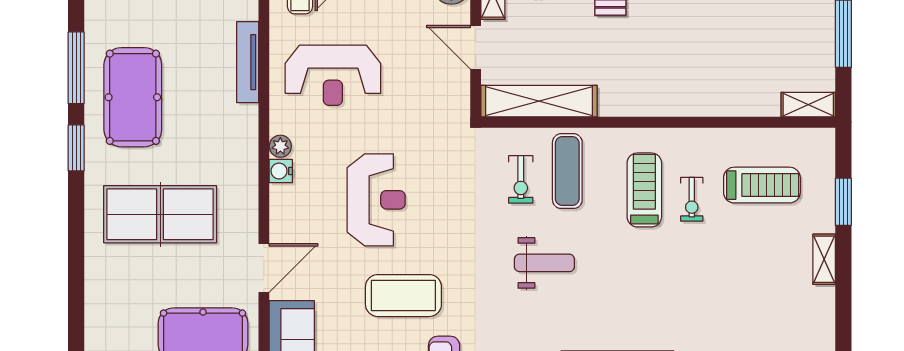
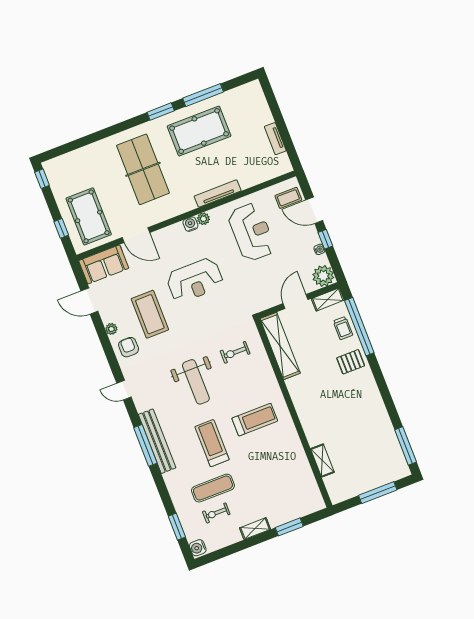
tv unit: (248, 62) -> (218, 193), moved
reception desk: (333, 75) -> (252, 232), turned 180
shelving: (808, 105) -> (322, 461), moved
exercise mat: (567, 171) -> (213, 488), moved
treadmill: (762, 185) -> (212, 443), moved, turned 180
exercise bike: (692, 199) -> (216, 513), moved
weight bench: (544, 263) -> (196, 382), width x1.36, depth x1.33

